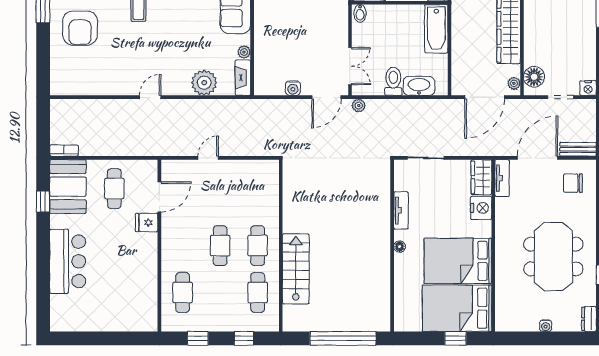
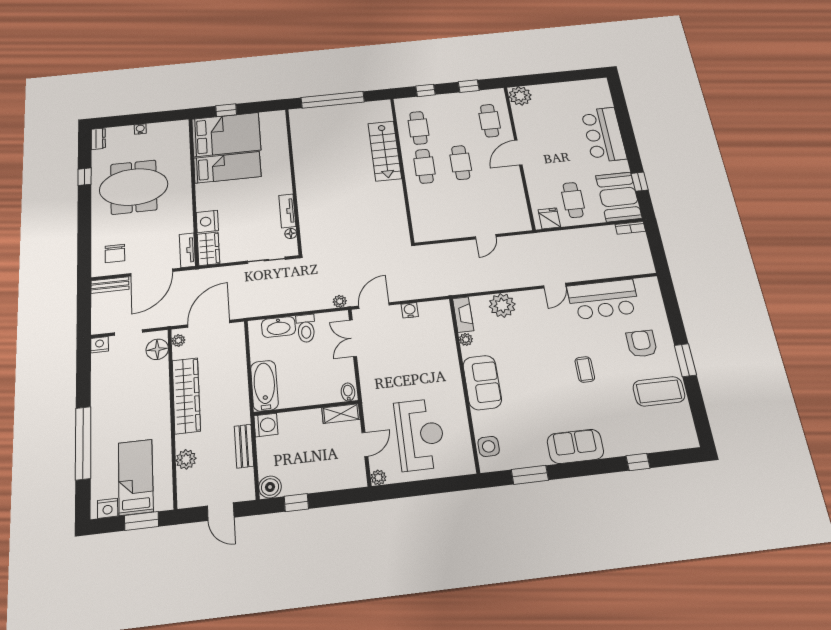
armchair: (80, 28) -> (642, 344), width x0.73, depth x0.73
bar counter: (107, 77) -> (603, 299), added
chair: (573, 183) -> (115, 253), turned 90
door: (159, 197) -> (518, 153), moved
fridge: (147, 223) -> (549, 218), moved, turned -90
floor lamp: (400, 247) -> (291, 234), moved
meeting table: (553, 257) -> (134, 187), turned 90
bed: (458, 261) -> (227, 167), width x0.67
plant: (146, 319) -> (520, 96), added

